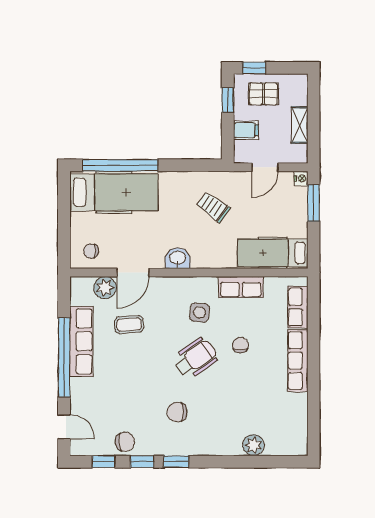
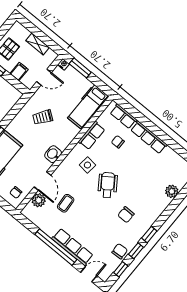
door: (265, 167) -> (44, 77), hinge flipped
row of seats: (81, 341) -> (72, 247), moved
chair: (240, 345) -> (118, 142), moved

